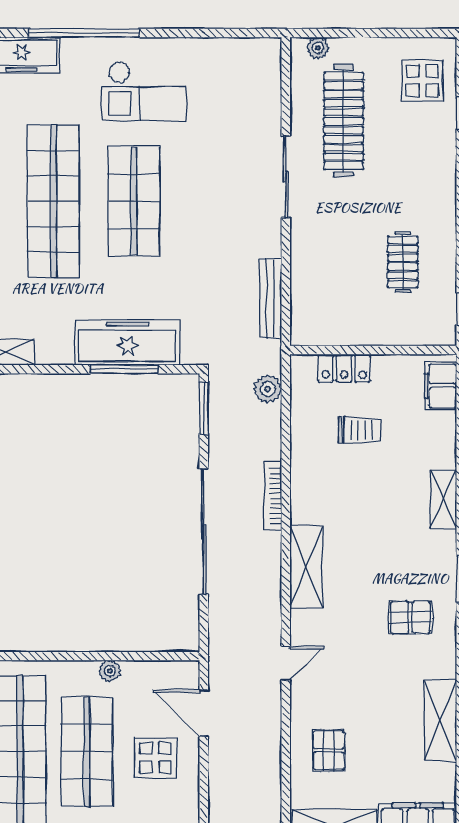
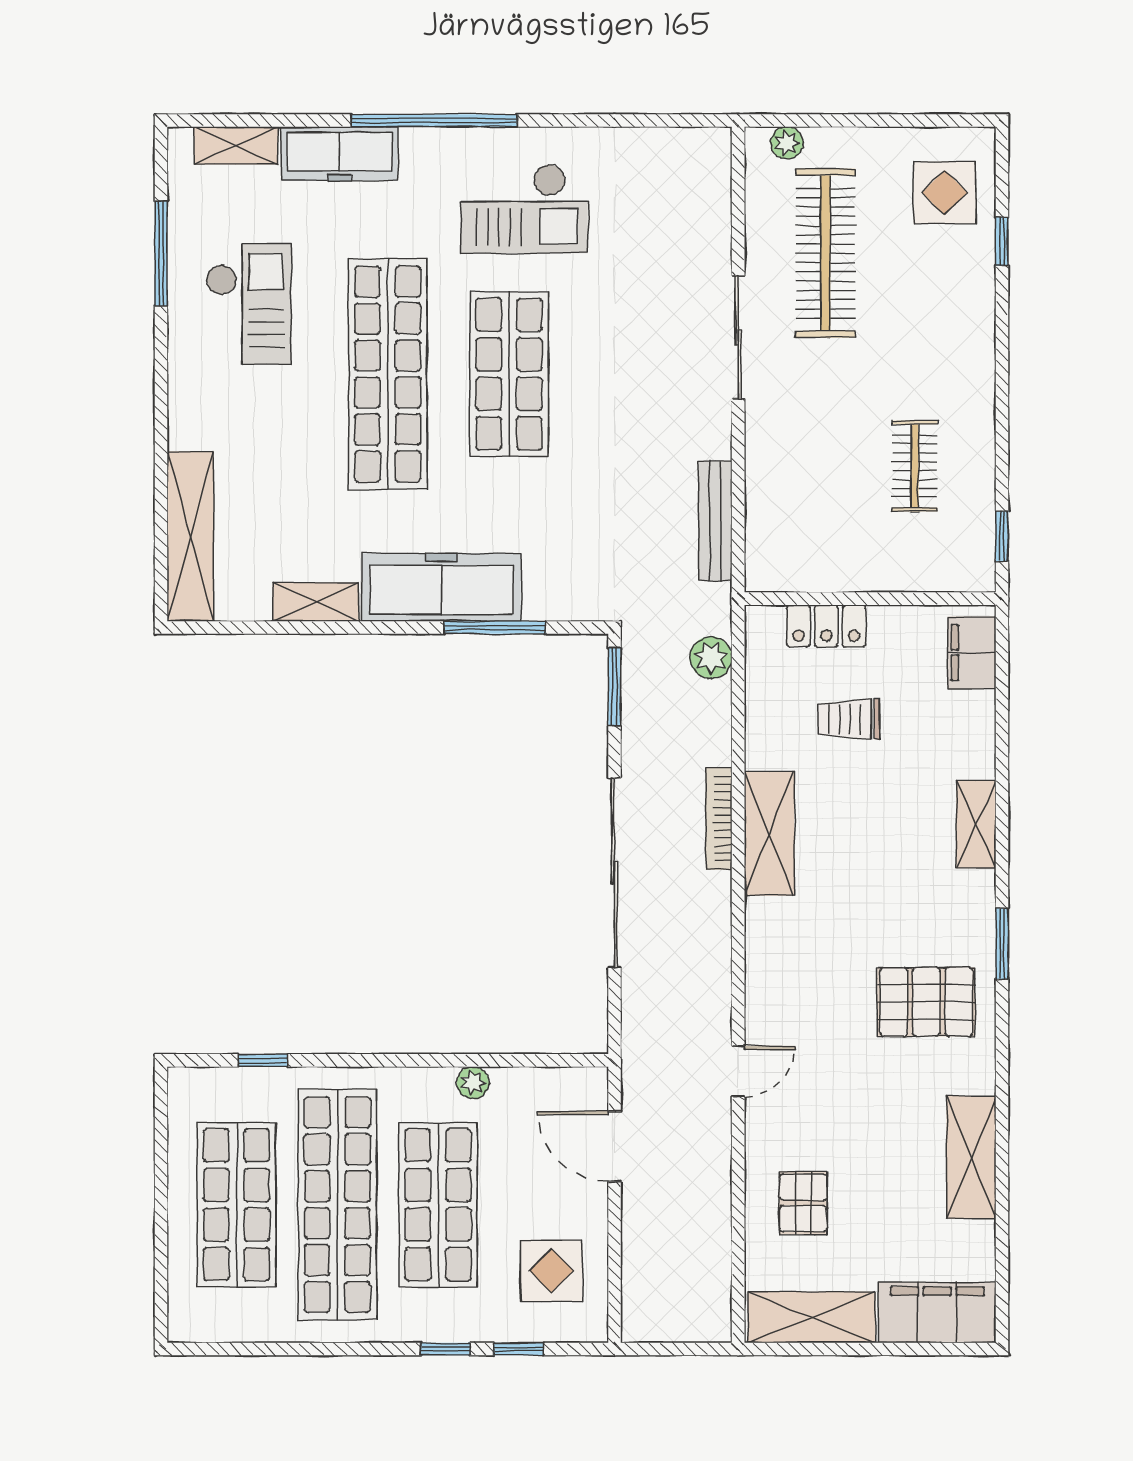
freezer: (127, 343) -> (441, 587), moved
trolley: (359, 430) -> (849, 719), turned 180
shelving: (306, 566) -> (769, 833), moved
pallet: (410, 617) -> (926, 1002), width x1.50, depth x1.42
display table: (155, 758) -> (551, 1271), moved

